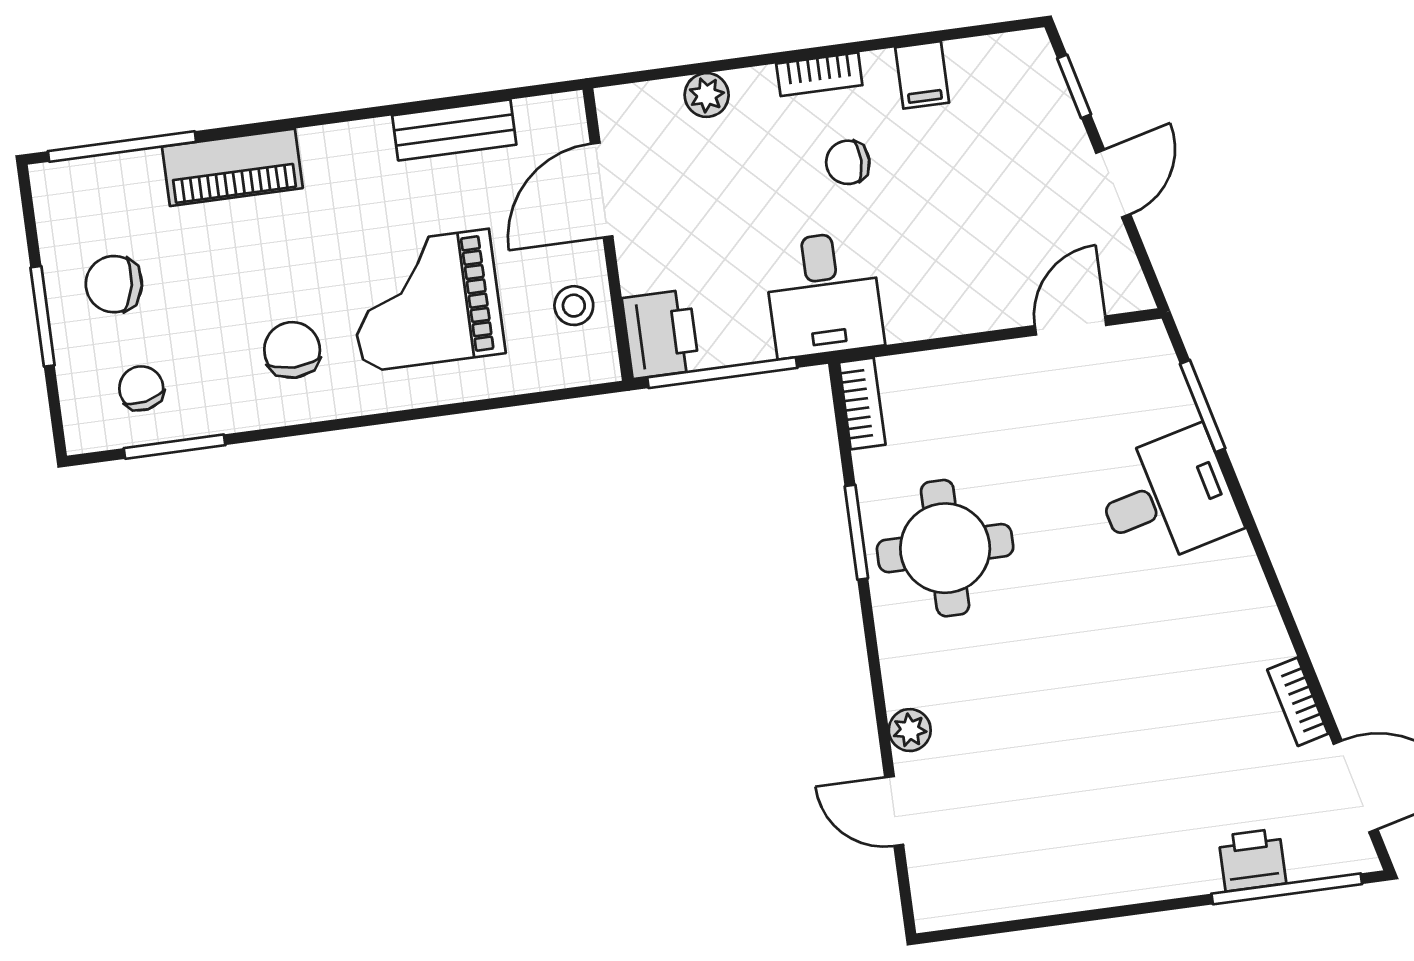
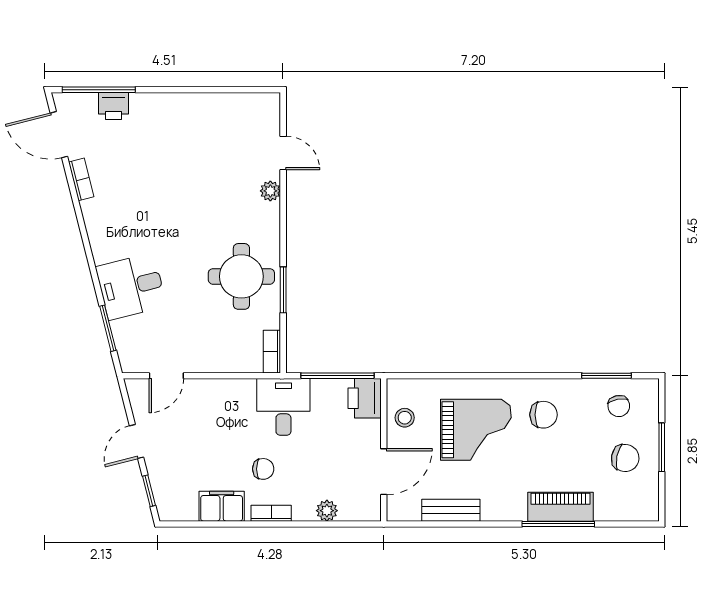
filing cabinet: (922, 75) -> (222, 506), width x2.00
window: (122, 146) -> (558, 524), moved
chair: (292, 350) -> (544, 415), turned -90

